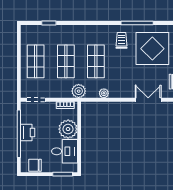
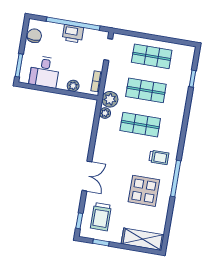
display table: (152, 49) -> (144, 191), width x0.73, depth x0.73
plant: (104, 93) -> (105, 113), moved
plant: (68, 129) -> (73, 86), width x0.53, depth x0.53

